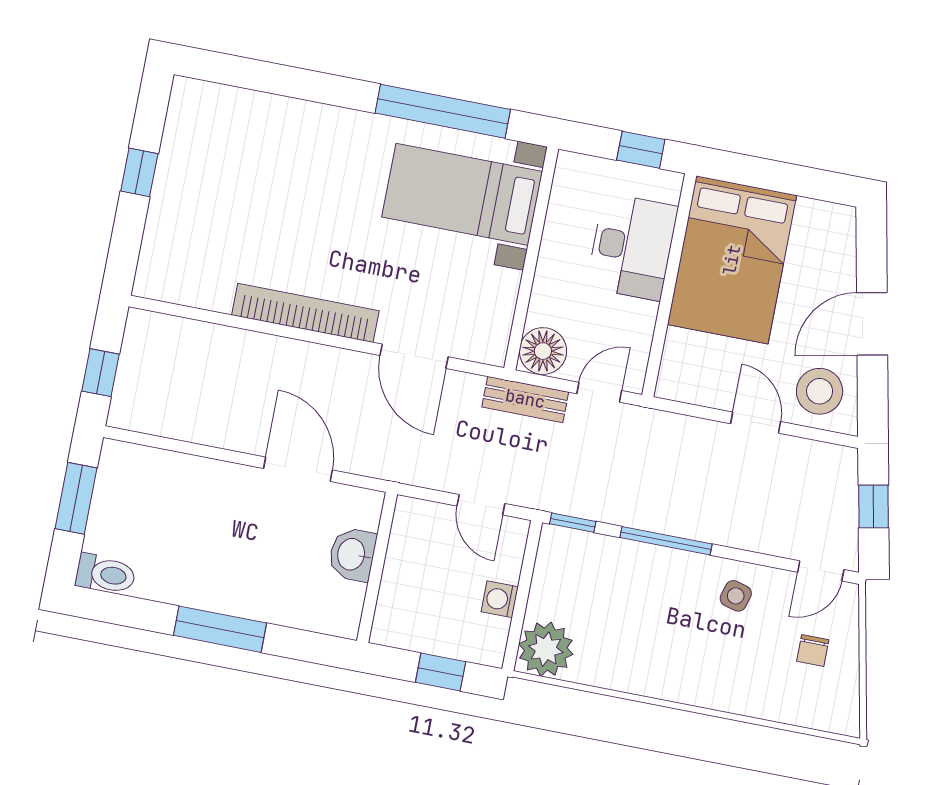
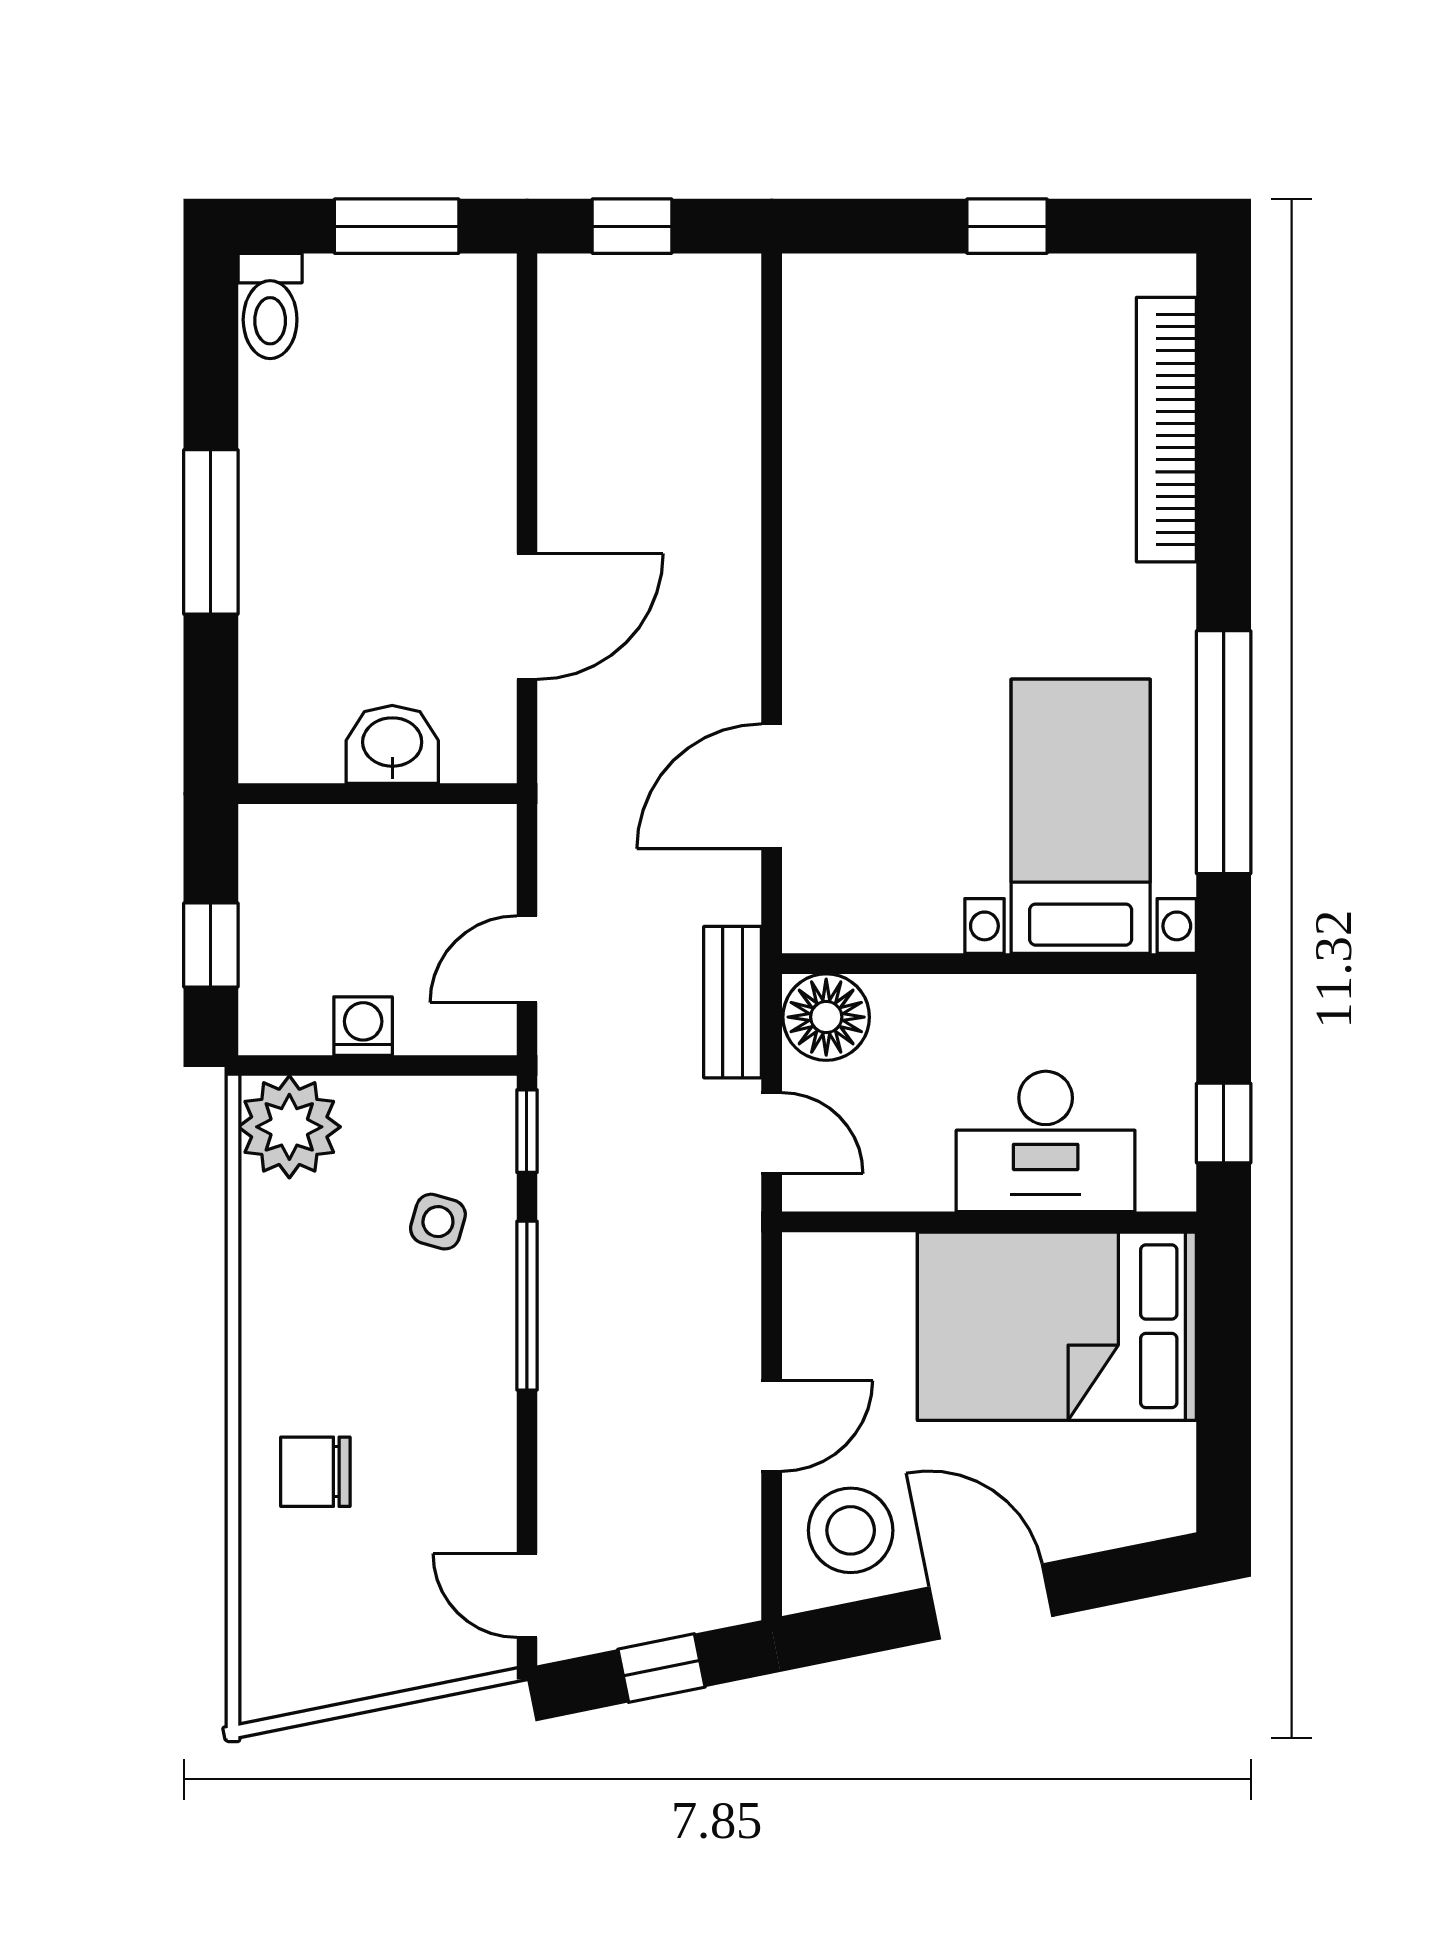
bookcase: (305, 313) -> (1166, 430), moved, turned 180
side table: (736, 596) -> (438, 1222), moved
chair: (813, 651) -> (315, 1472), moved, width x1.37, depth x1.37

